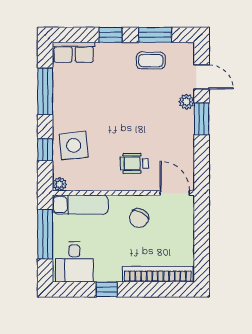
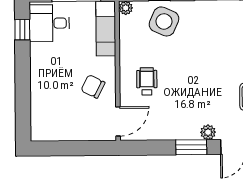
side table: (74, 145) -> (164, 21), turned 30
bookcase: (158, 274) -> (38, 105), removed
window: (107, 289) -> (22, 30), moved

